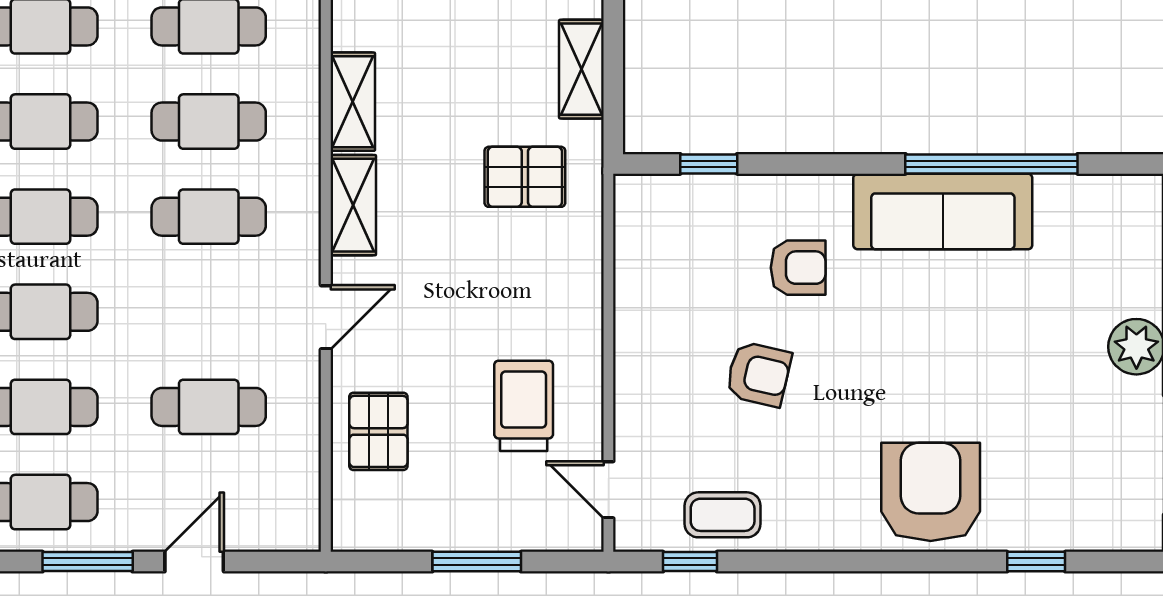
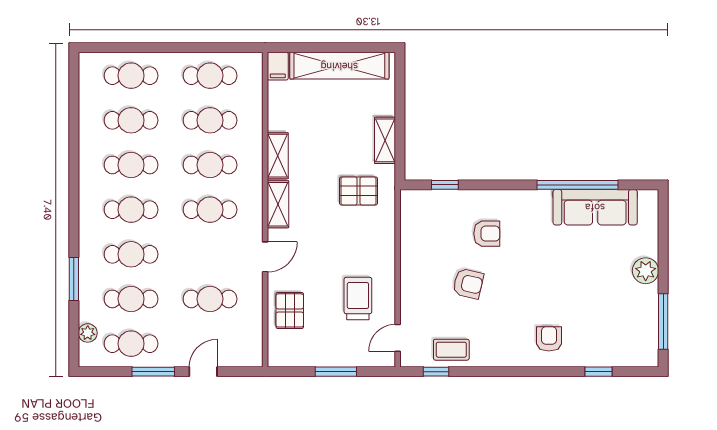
sofa: (943, 211) -> (595, 207), moved
door: (608, 490) -> (398, 338), hinge flipped
armchair: (931, 492) -> (549, 339), width x0.53, depth x0.53

